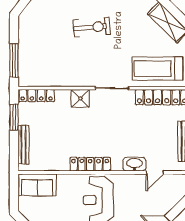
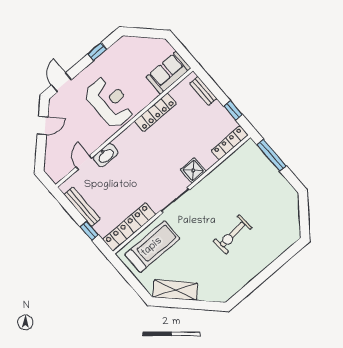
window: (14, 117) -> (233, 110), width x0.67
bench: (23, 145) -> (203, 91), width x0.73
locker: (90, 164) -> (155, 112), moved

